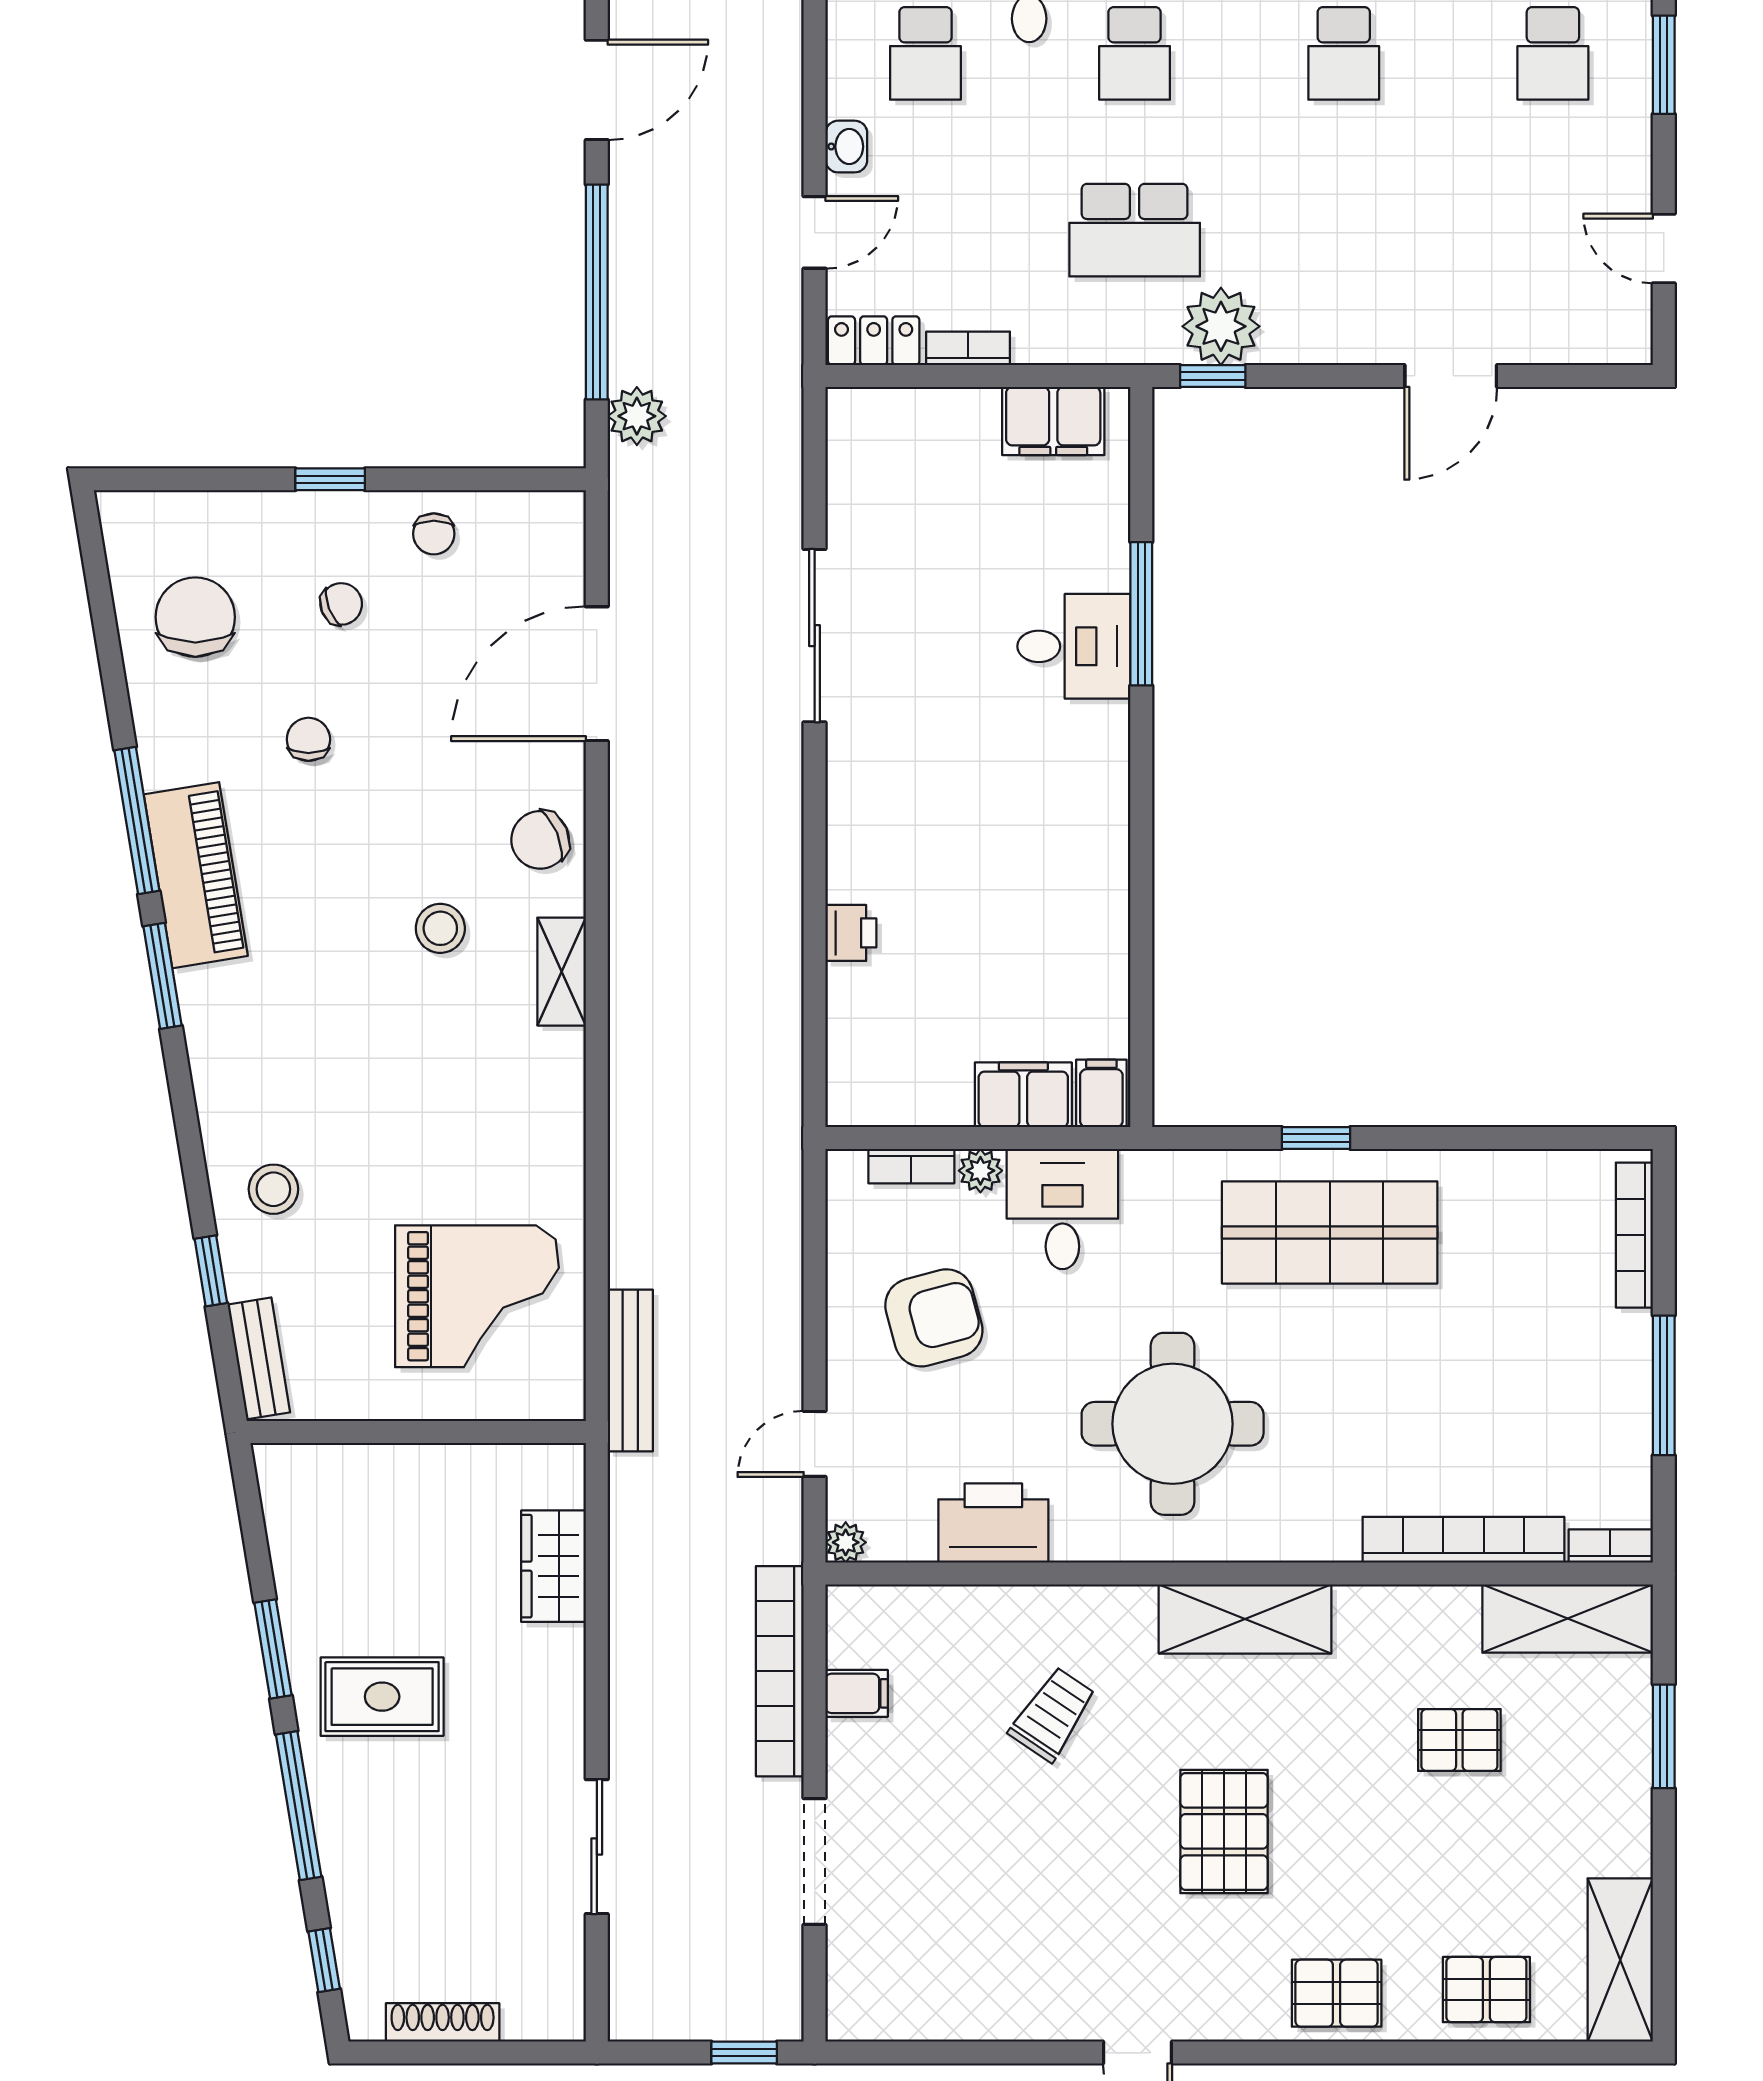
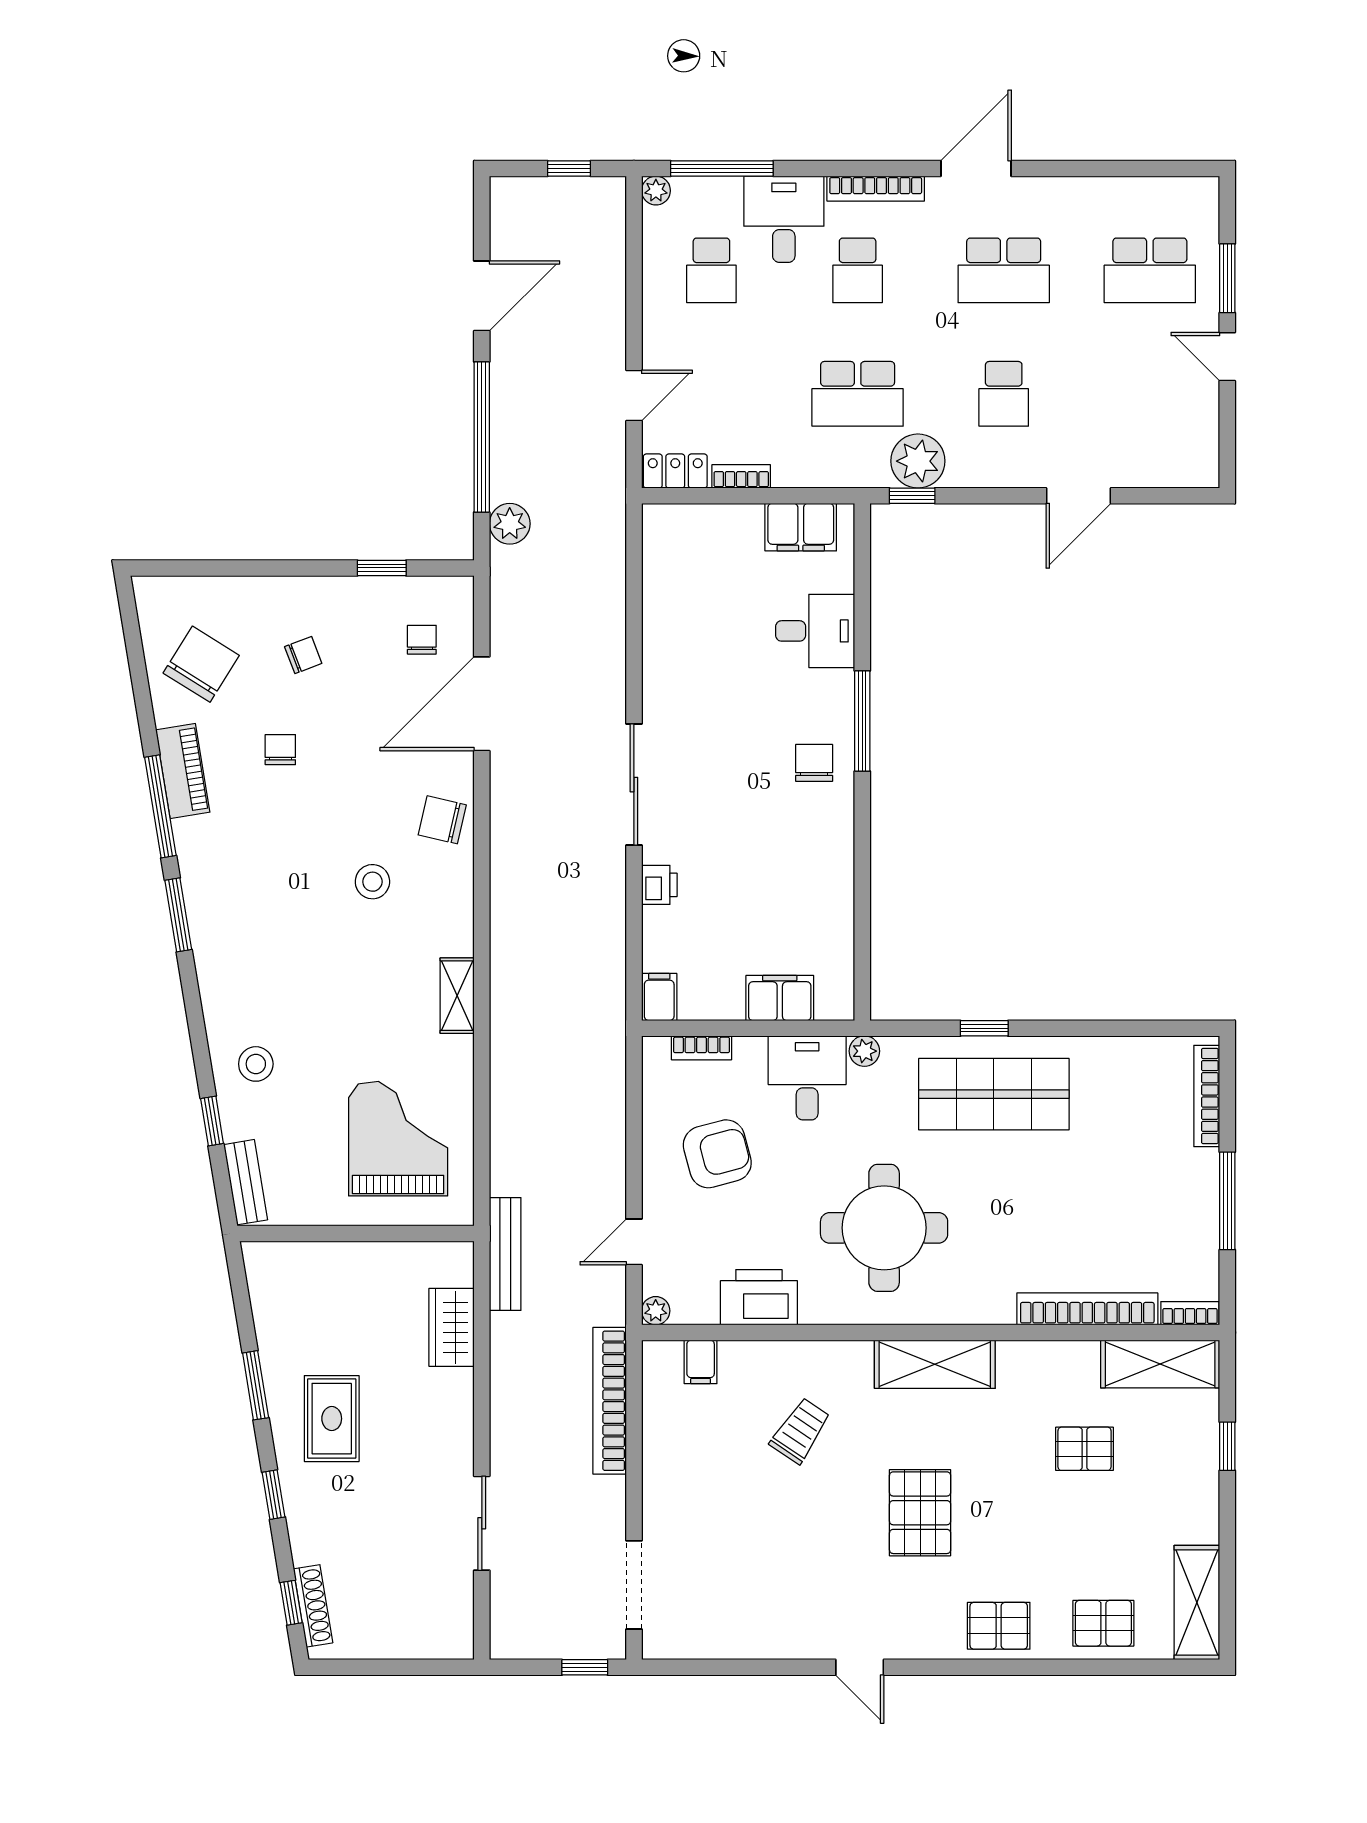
school desk: (1344, 53) -> (1004, 270), width x1.85
school desk: (1553, 53) -> (1150, 270), width x1.85
washbasin: (846, 147) -> (656, 335), removed
school desk: (1344, 230) -> (1004, 394), added
door: (1664, 249) -> (1227, 357), moved
window: (330, 479) -> (382, 568), moved
chair: (434, 534) -> (422, 640), moved, turned 180
window: (1141, 614) -> (862, 721), moved
chair: (195, 617) -> (201, 664), turned 32
sliding door: (815, 636) -> (634, 785), moved
desk: (1074, 646) -> (815, 631), moved
chair: (1072, 758) -> (814, 763), added
chair: (540, 840) -> (442, 820), turned 36
piano: (196, 875) -> (183, 771), moved, width x0.73, depth x0.75
shelving: (562, 972) -> (457, 996), moved
filing cabinet: (1101, 1093) -> (659, 997), moved
plant: (980, 1171) -> (864, 1051), moved
grand piano: (477, 1296) -> (398, 1139), turned -90
bench: (630, 1370) -> (505, 1254), moved
filing cabinet: (857, 1693) -> (701, 1362), moved, turned 90
rug: (382, 1697) -> (332, 1419), turned 90
window: (1664, 1736) -> (1227, 1446), width x0.67
window: (299, 1806) -> (273, 1495), width x0.46
doorway: (815, 1862) -> (634, 1585), moved
shoe rack: (443, 2022) -> (313, 1606), moved, turned 81

